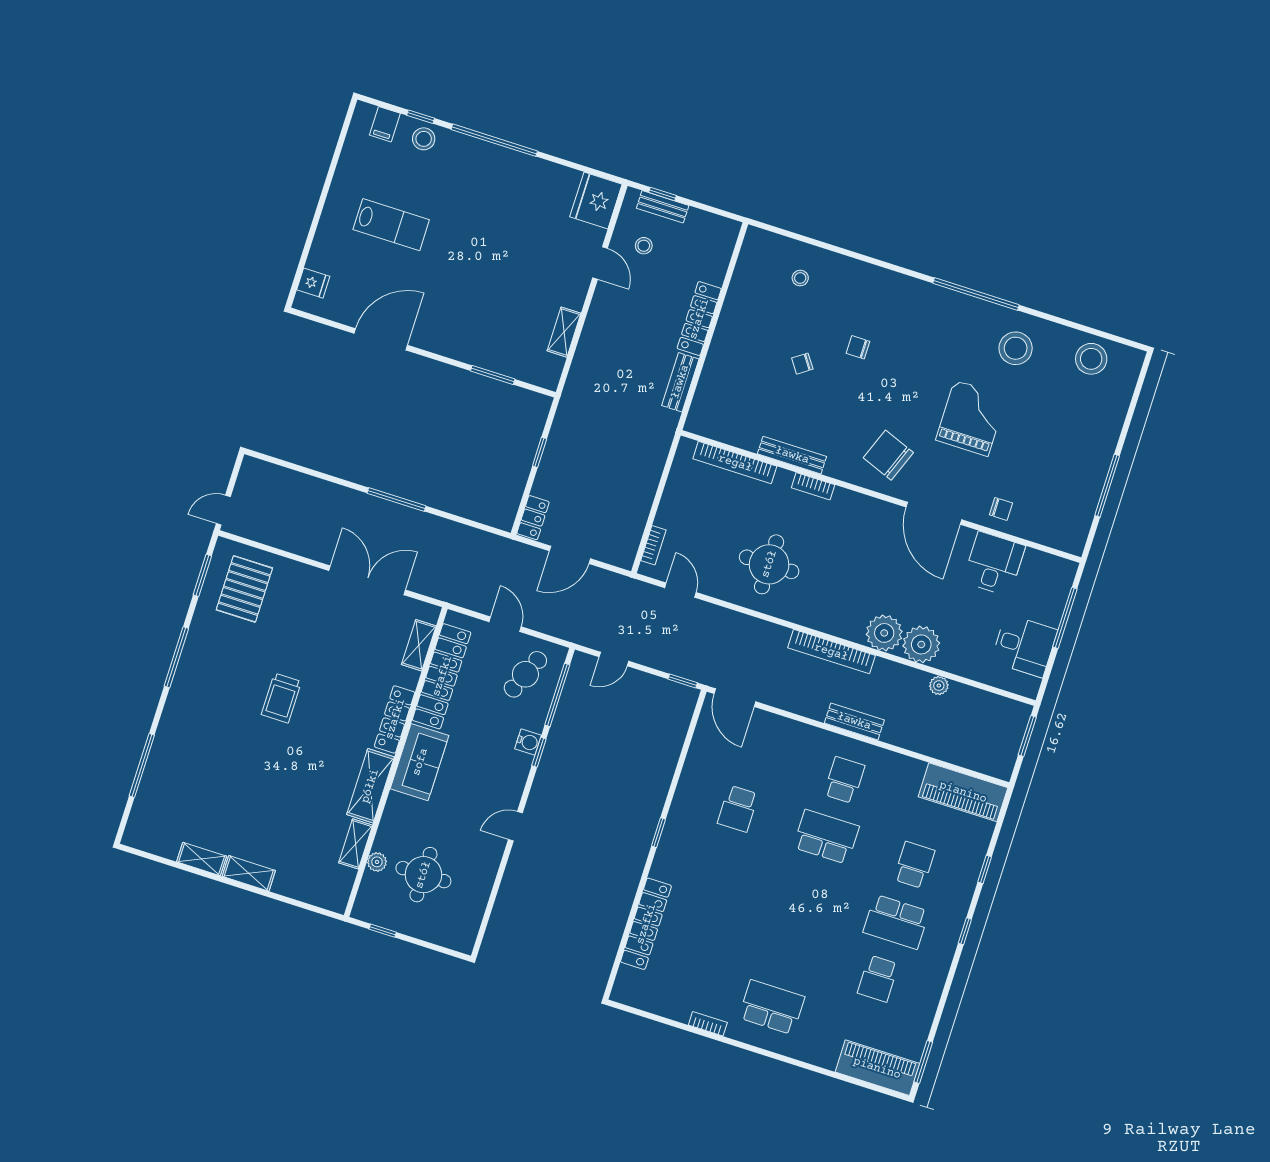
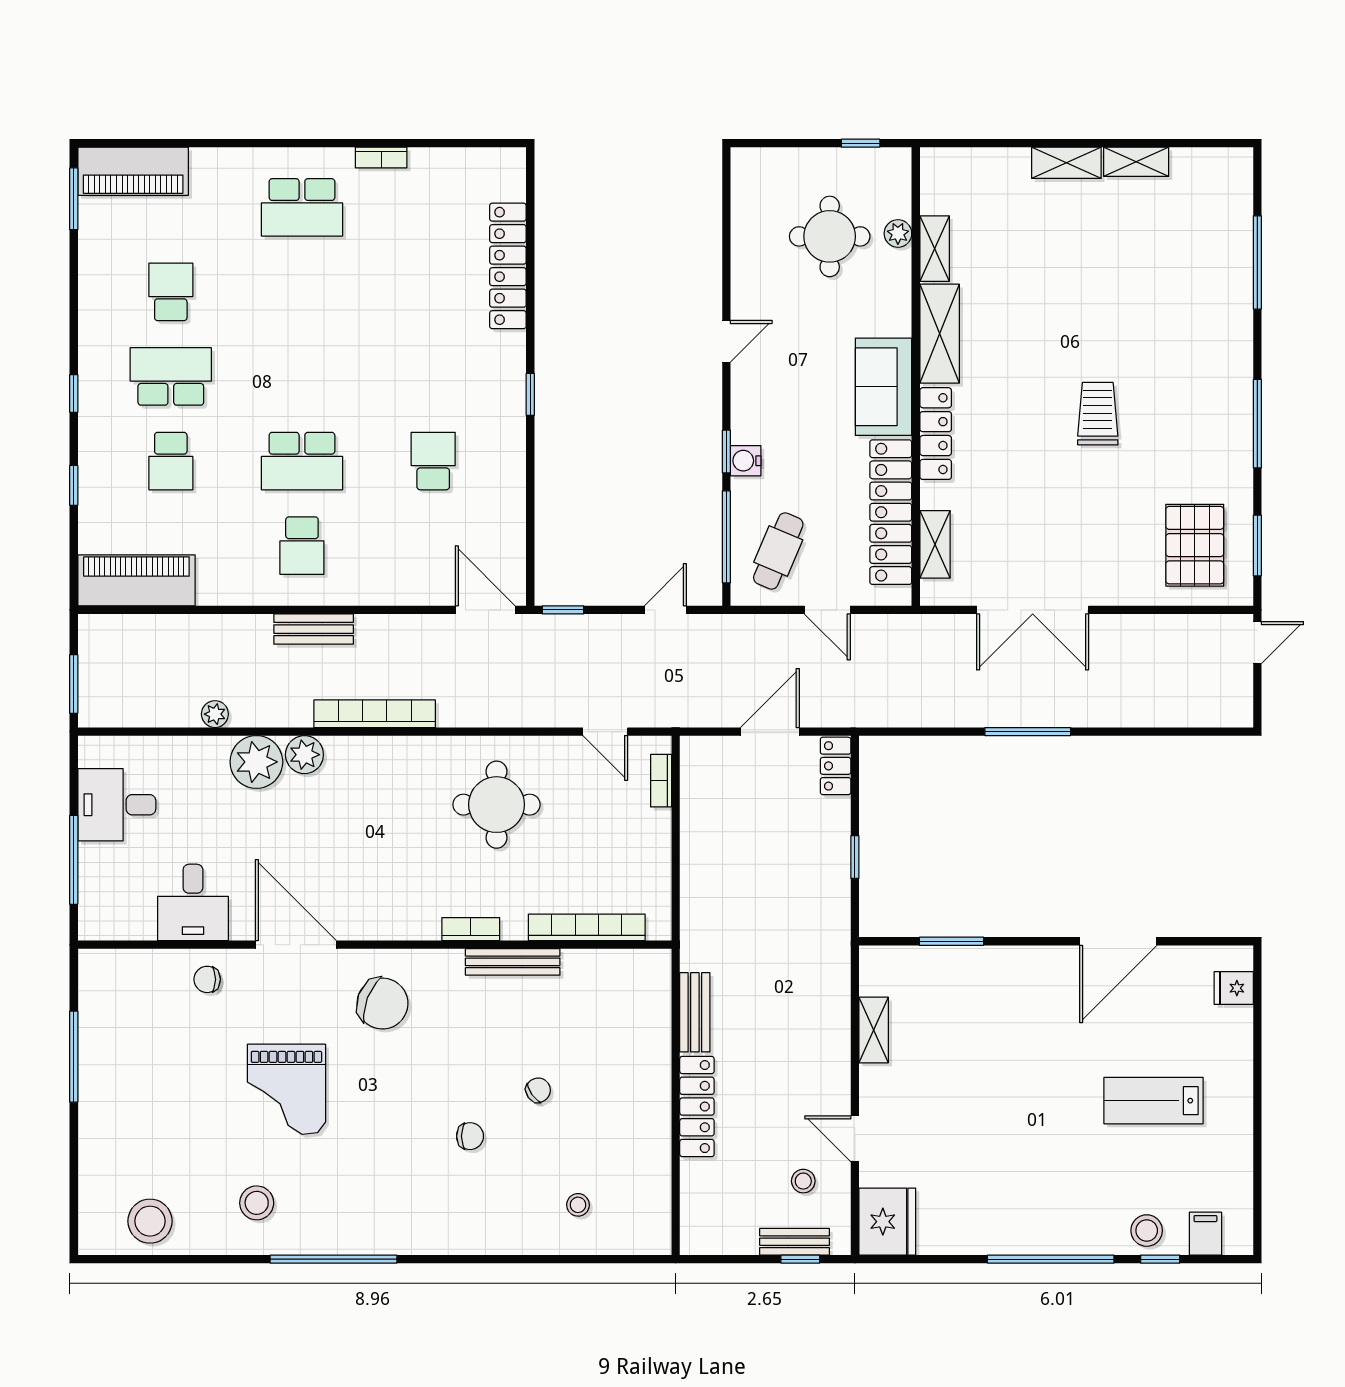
stool: (1016, 348) -> (257, 1203), width x0.73, depth x0.73
plant: (884, 633) -> (304, 755), width x0.73, depth x0.73

